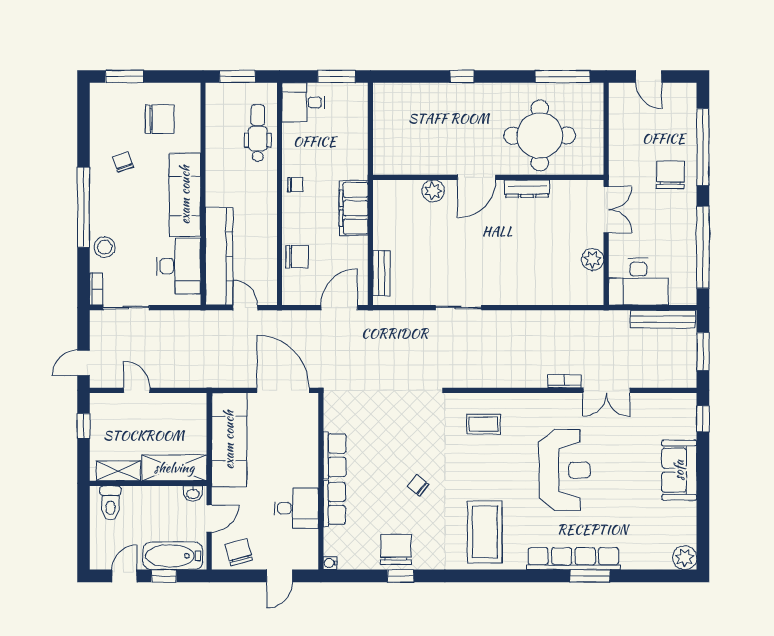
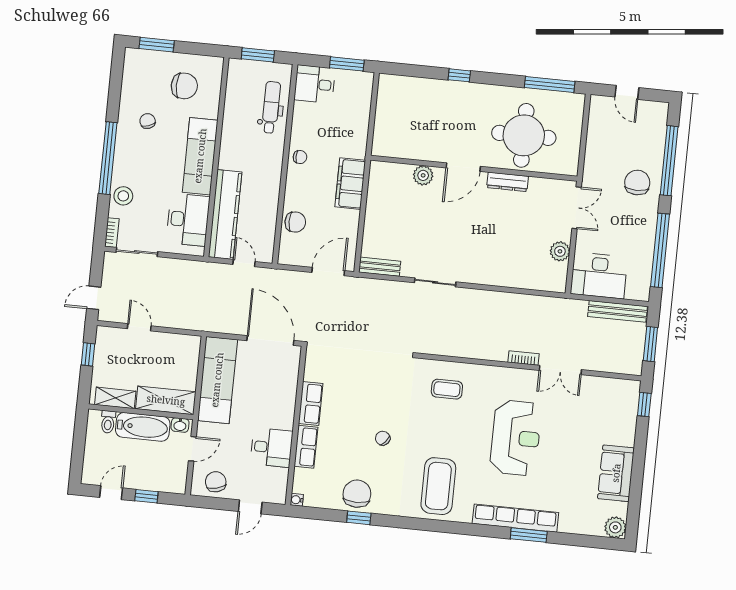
bench: (382, 273) -> (380, 267), moved, turned 90
sofa: (679, 470) -> (616, 473), moved
toilet: (110, 503) -> (108, 422), width x0.73, depth x0.72
bathtub: (173, 556) -> (143, 427), moved, turned 180

